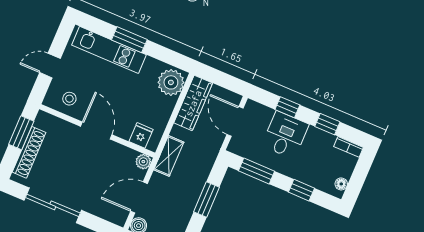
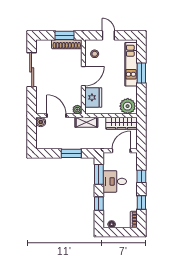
fridge: (141, 135) -> (93, 97), width x1.88, depth x1.34
desk: (285, 135) -> (115, 181), moved, turned 180
shoe rack: (29, 152) -> (67, 44), moved

